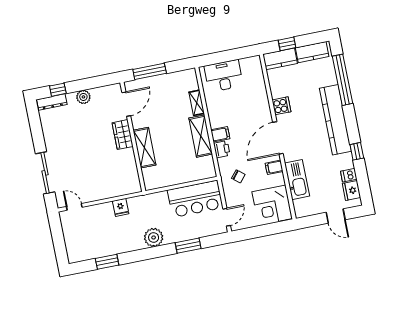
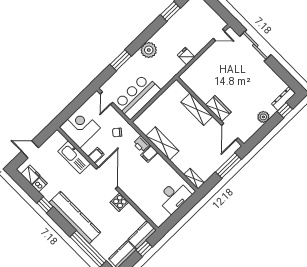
shelving: (197, 103) -> (194, 179), moved

